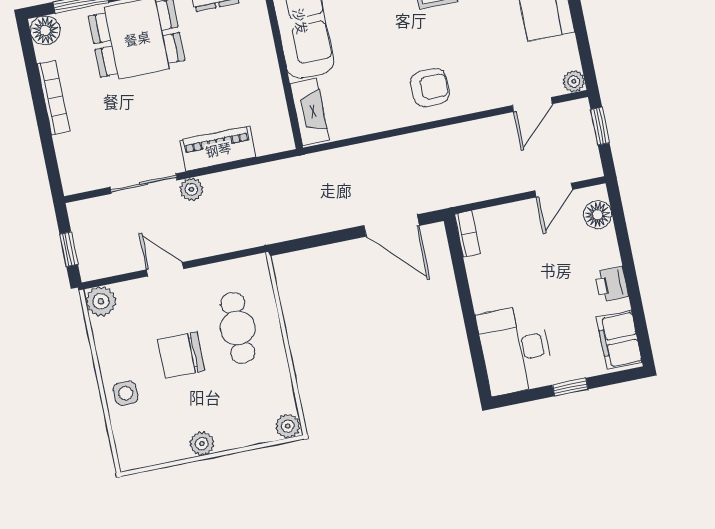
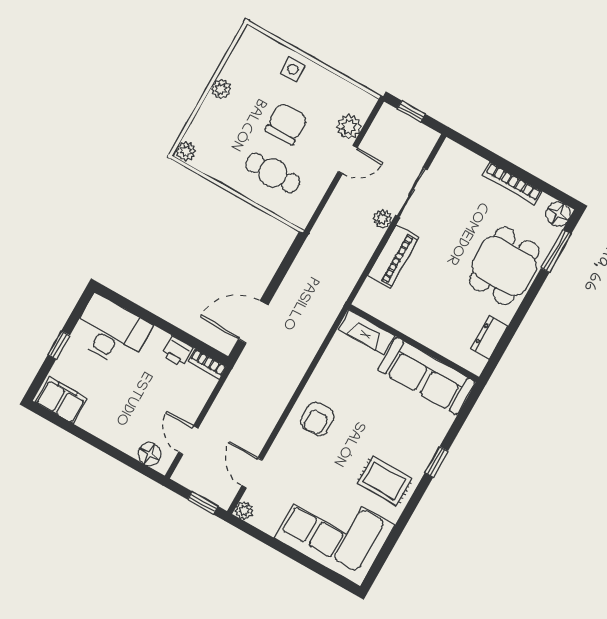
printer: (612, 284) -> (177, 352), moved, turned 180
plant: (101, 301) -> (349, 127), moved

